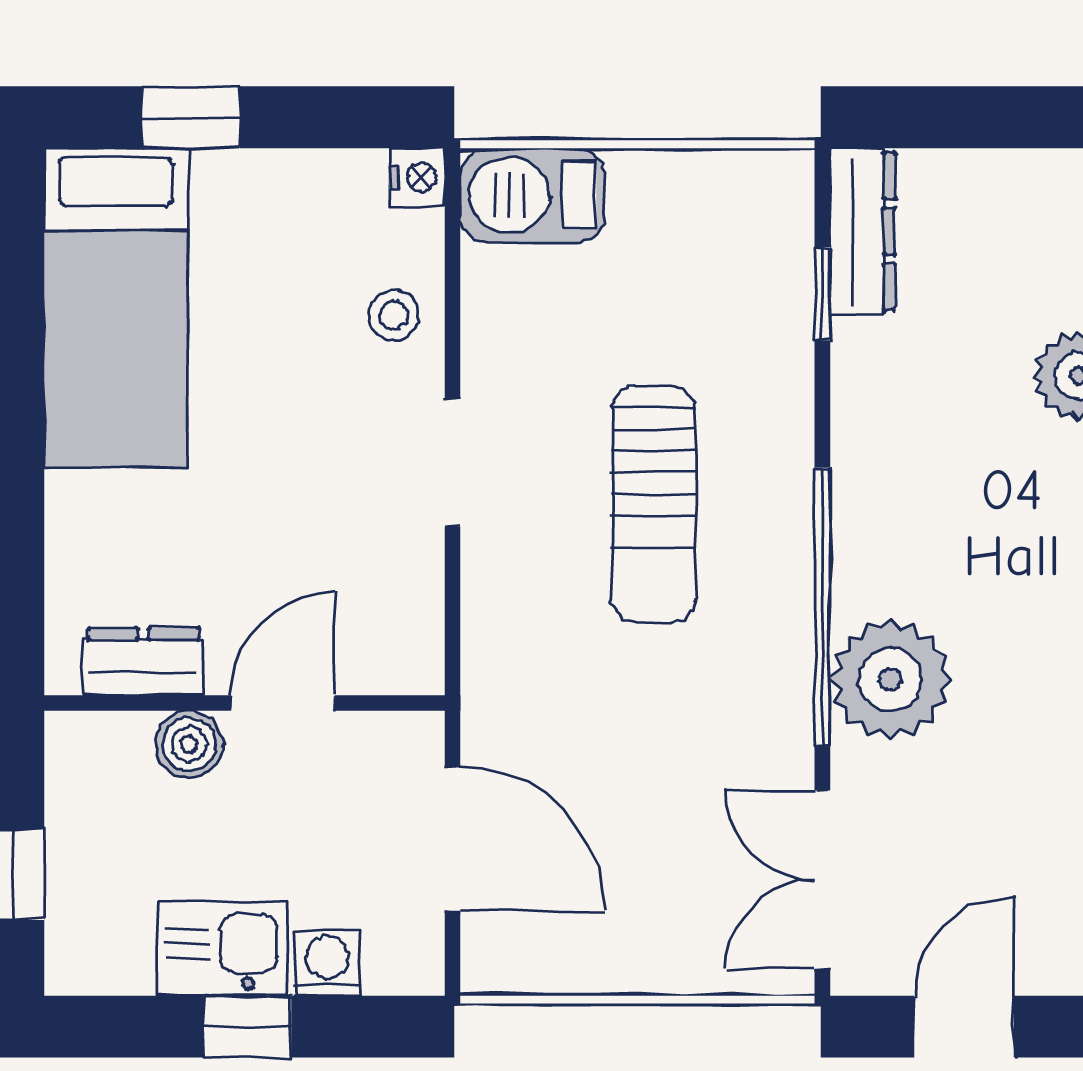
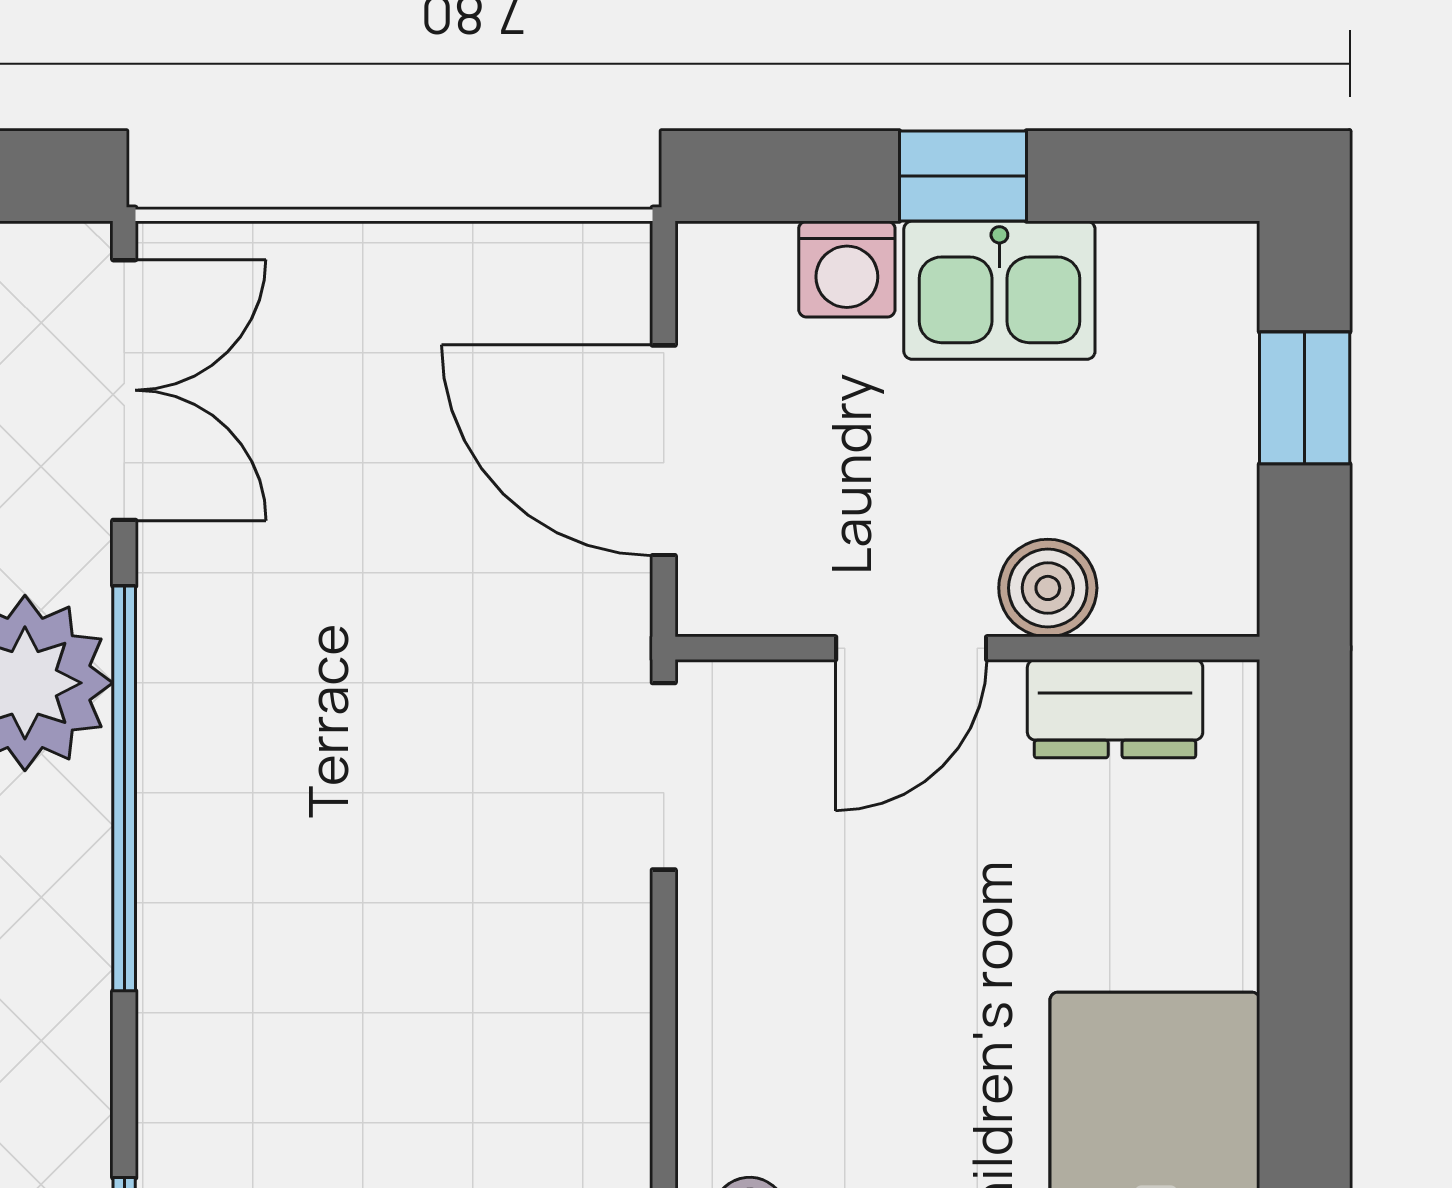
doorway: (452, 462) -> (664, 776), moved
sun lounger: (654, 504) -> (370, 938), removed

